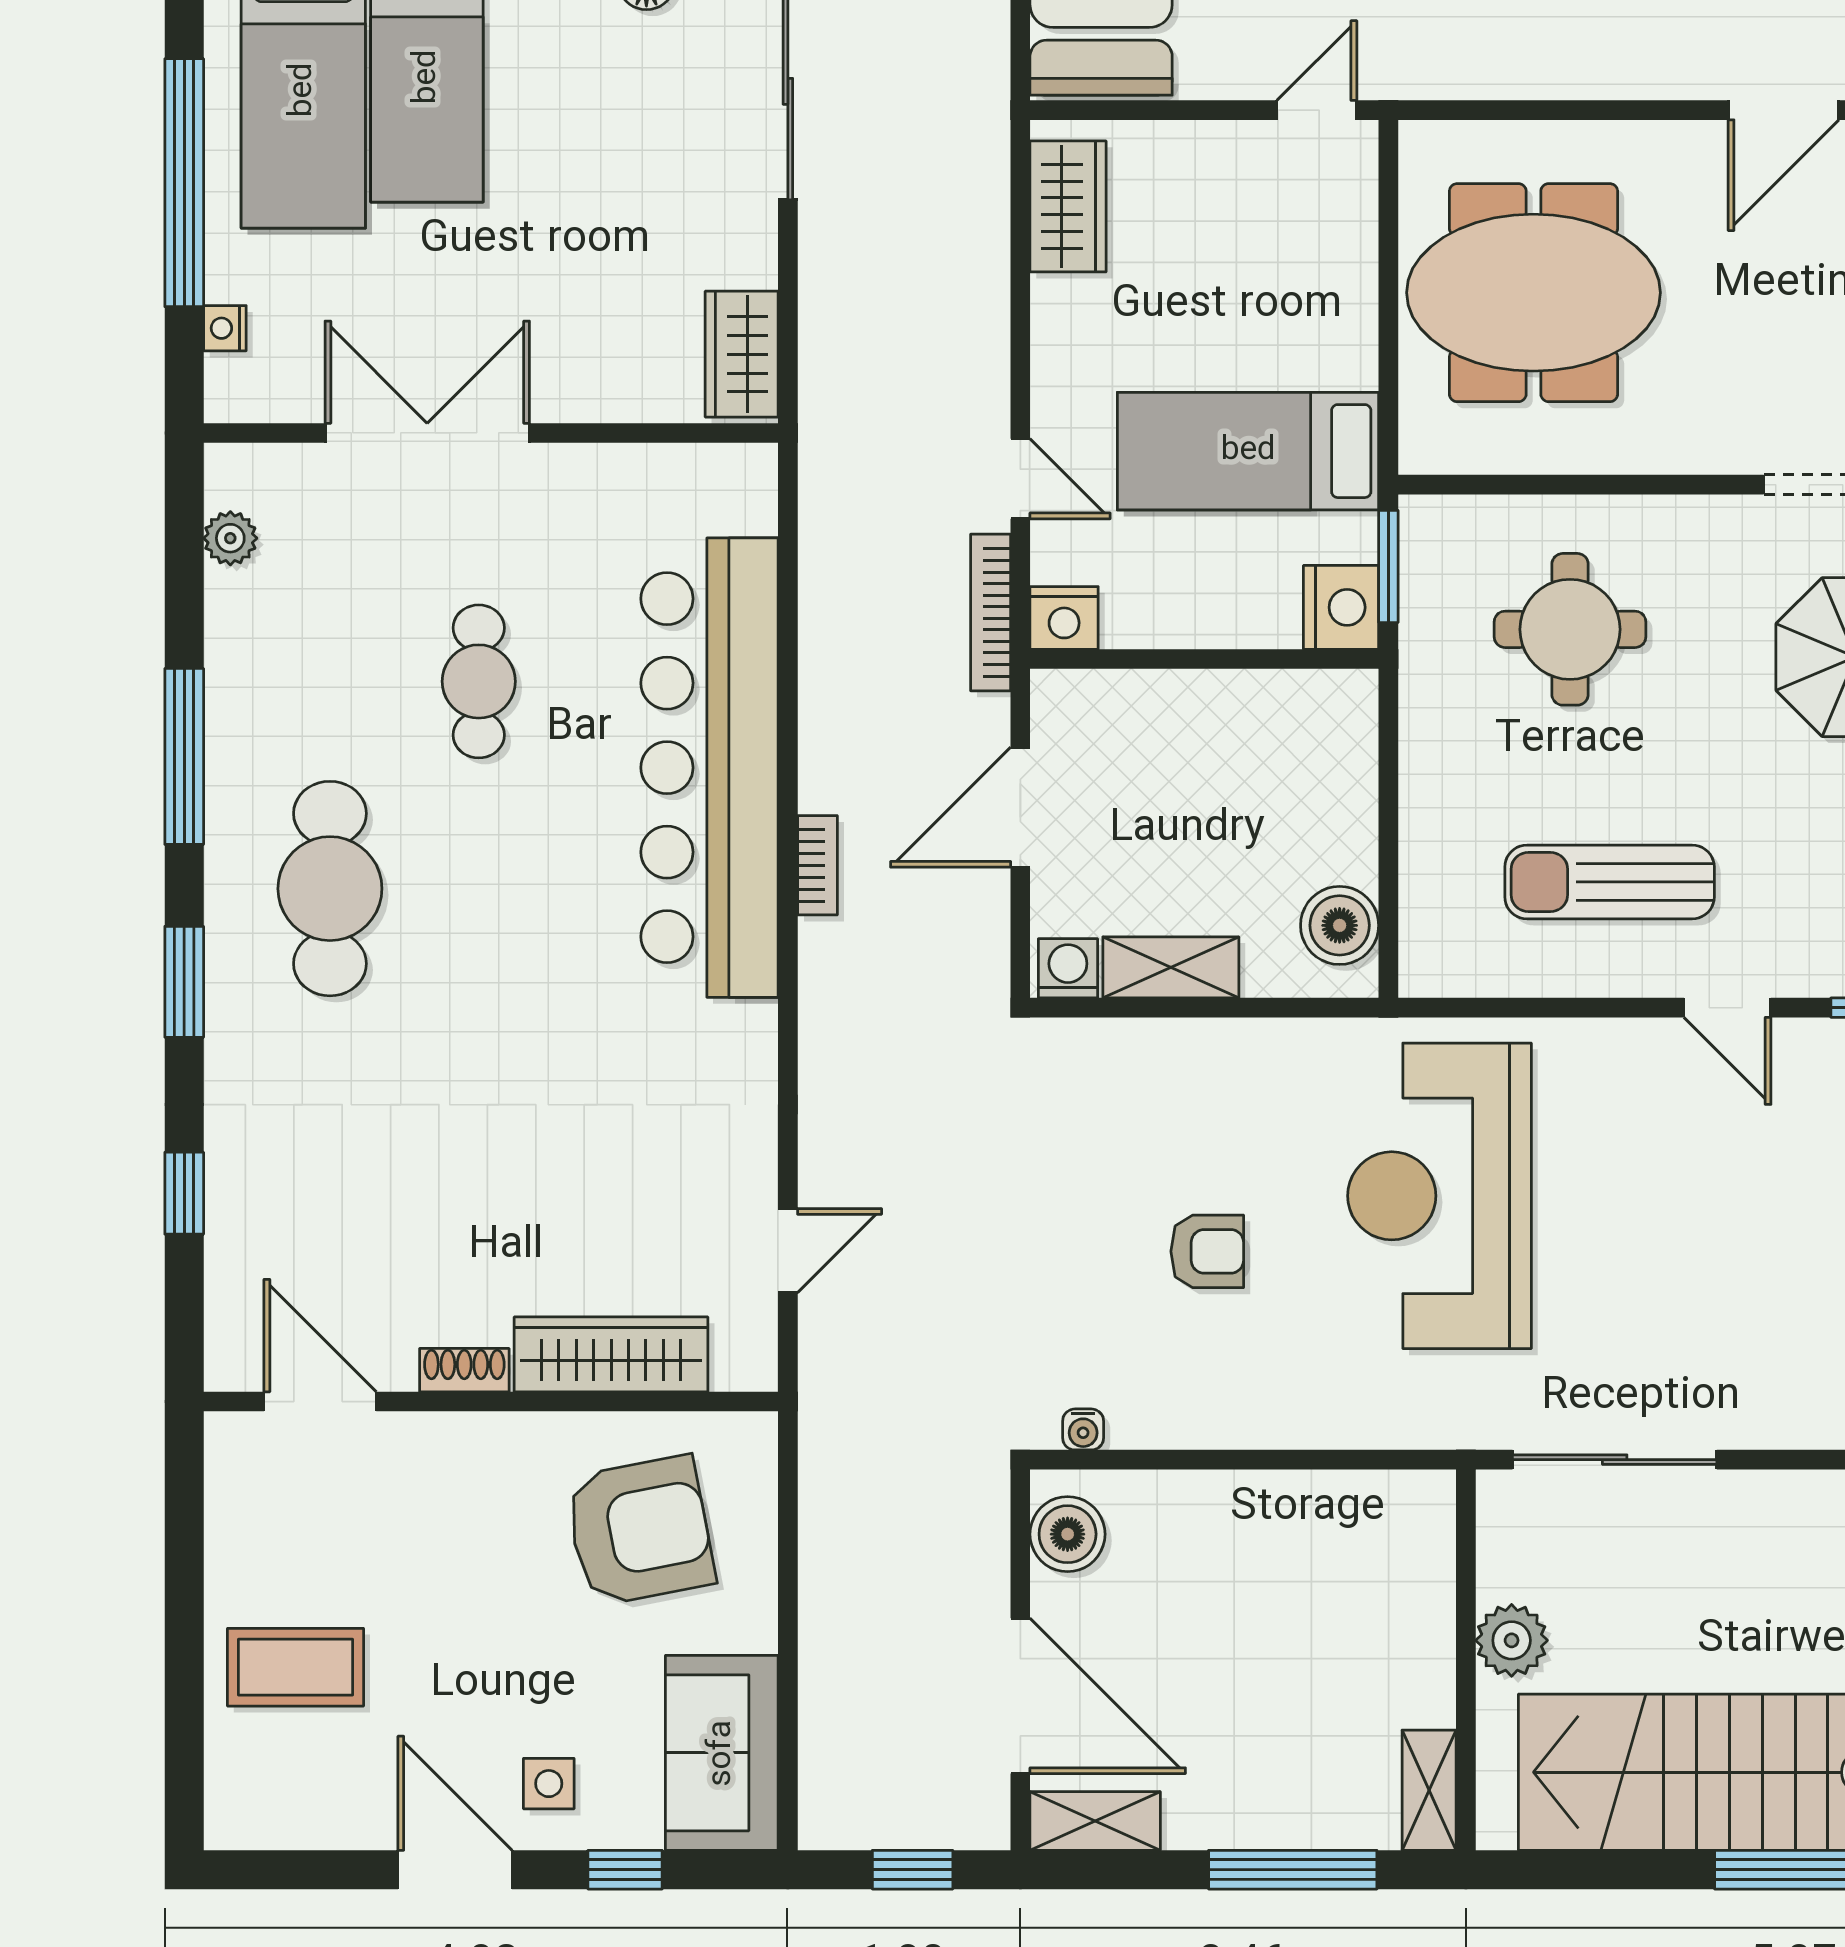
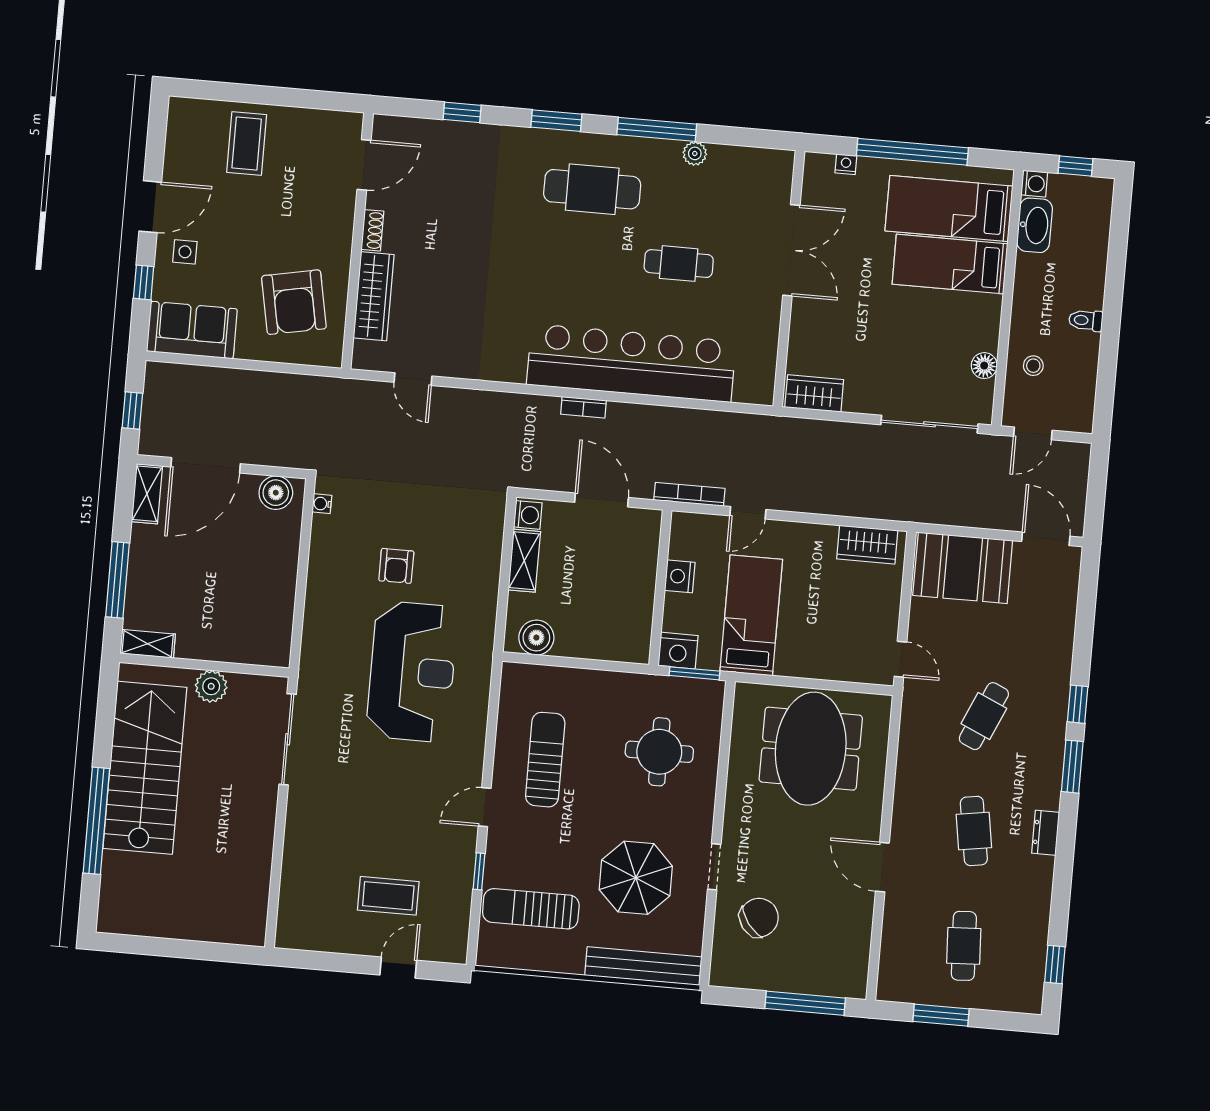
plant: (230, 538) -> (695, 153), moved
nightstand: (1064, 618) -> (680, 576), moved
reception desk: (1439, 1196) -> (412, 672), turned 90

